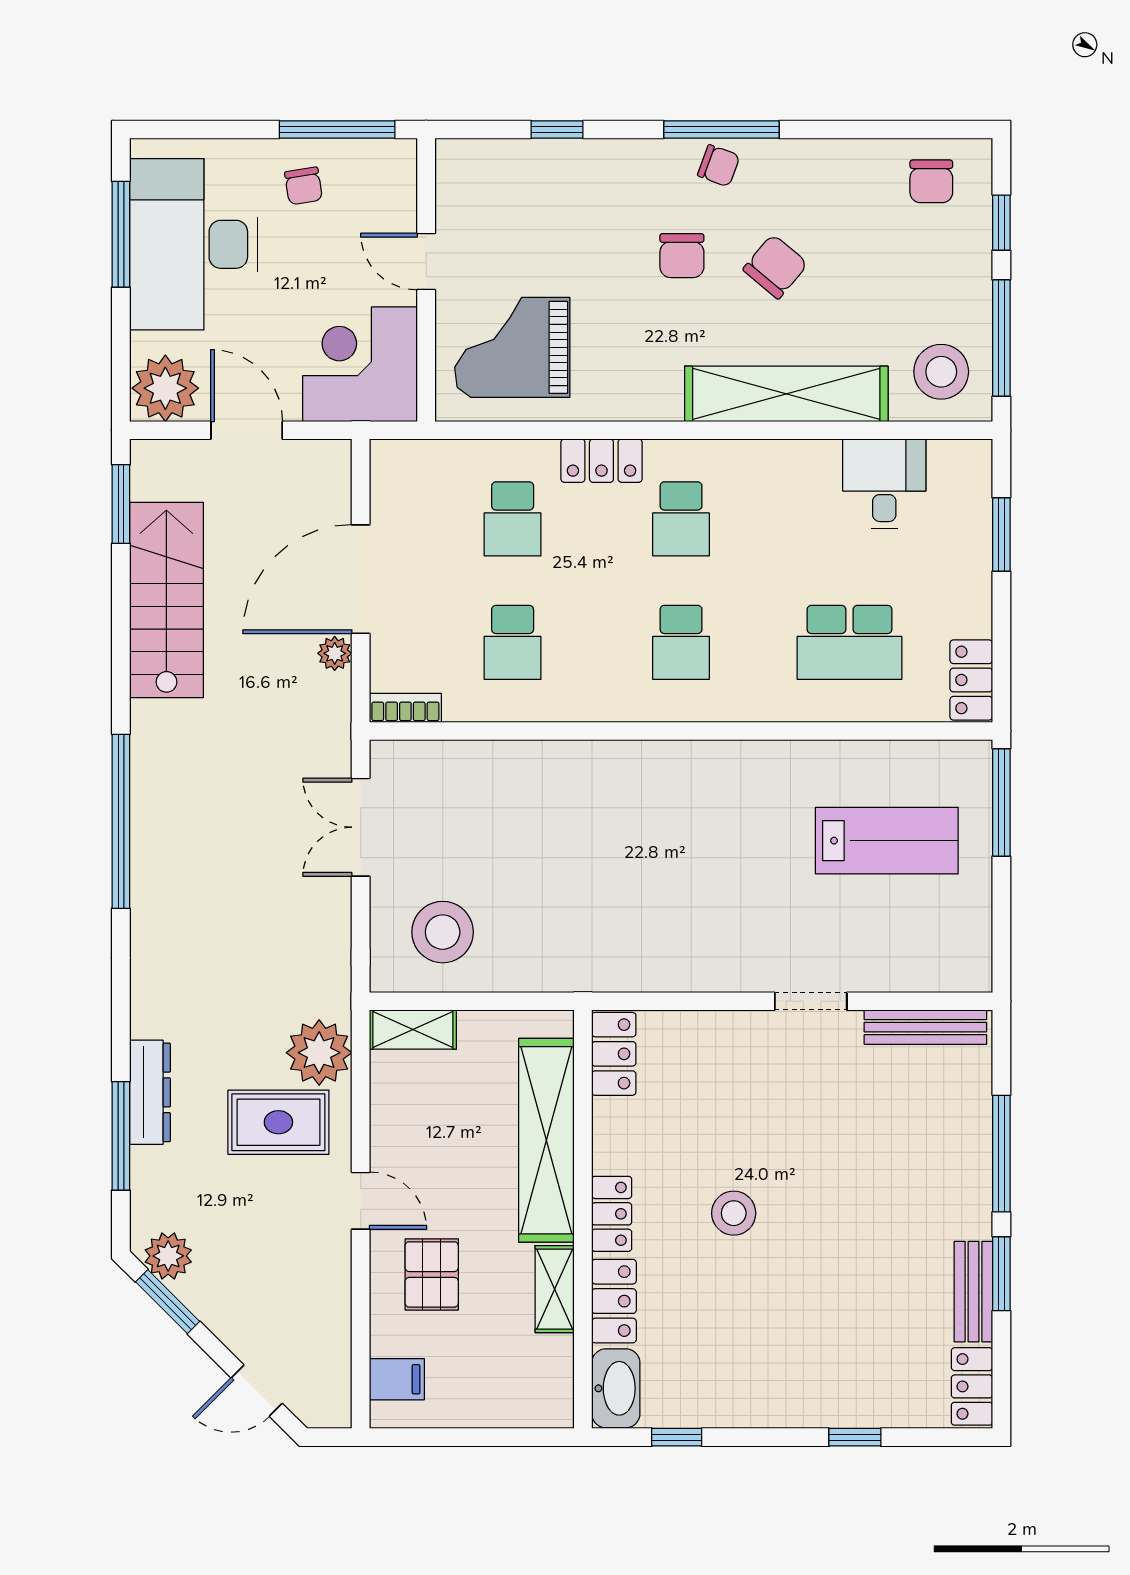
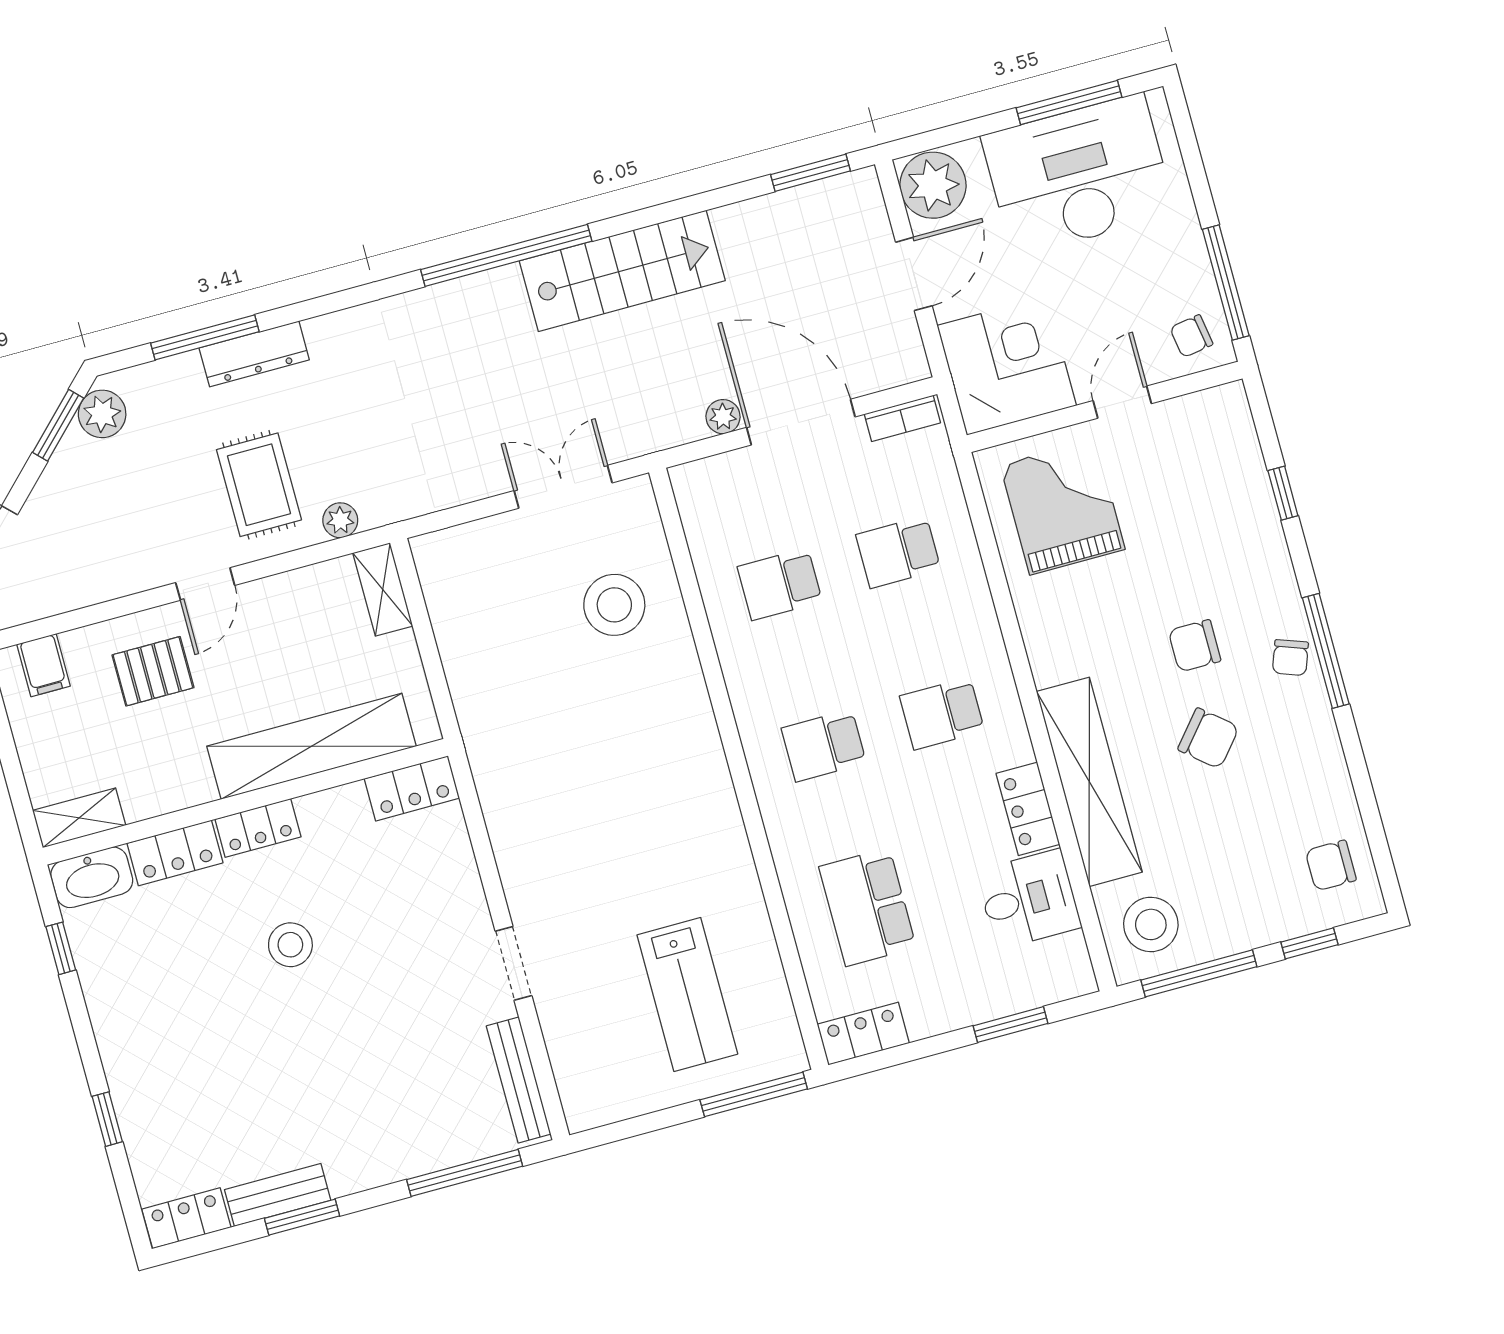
chair: (304, 186) -> (1191, 336), moved
locker: (601, 461) -> (1028, 809), moved
stairs: (166, 600) -> (622, 271), moved
bookcase: (405, 708) -> (902, 418), moved, turned 90
stool: (443, 932) -> (614, 605), moved
plant: (319, 1053) -> (340, 520), width x0.53, depth x0.53
window: (1001, 1154) -> (465, 1173), moved
shelving: (555, 1289) -> (79, 818), moved

